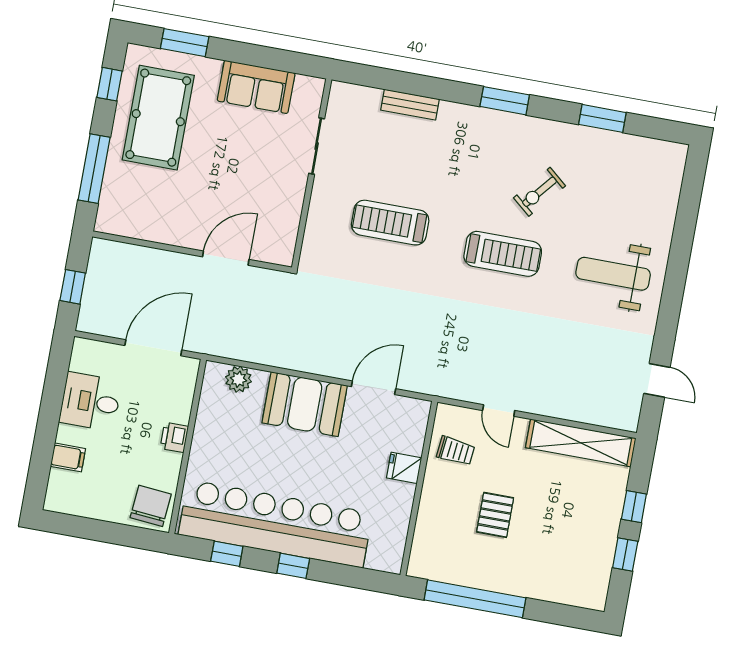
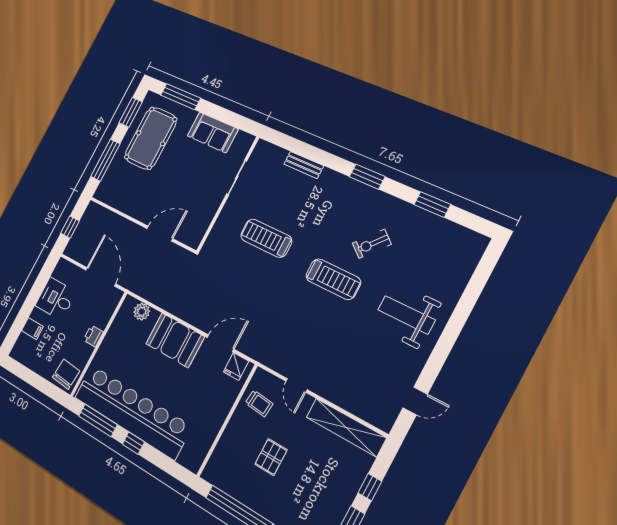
window: (185, 43) -> (181, 97), width x1.44
window: (109, 84) -> (131, 112), width x1.50
door: (153, 348) -> (101, 277), hinge flipped
door: (657, 380) -> (415, 401), hinge flipped
fridge: (404, 468) -> (236, 366), moved, turned -90
window: (227, 554) -> (98, 420), width x2.17

